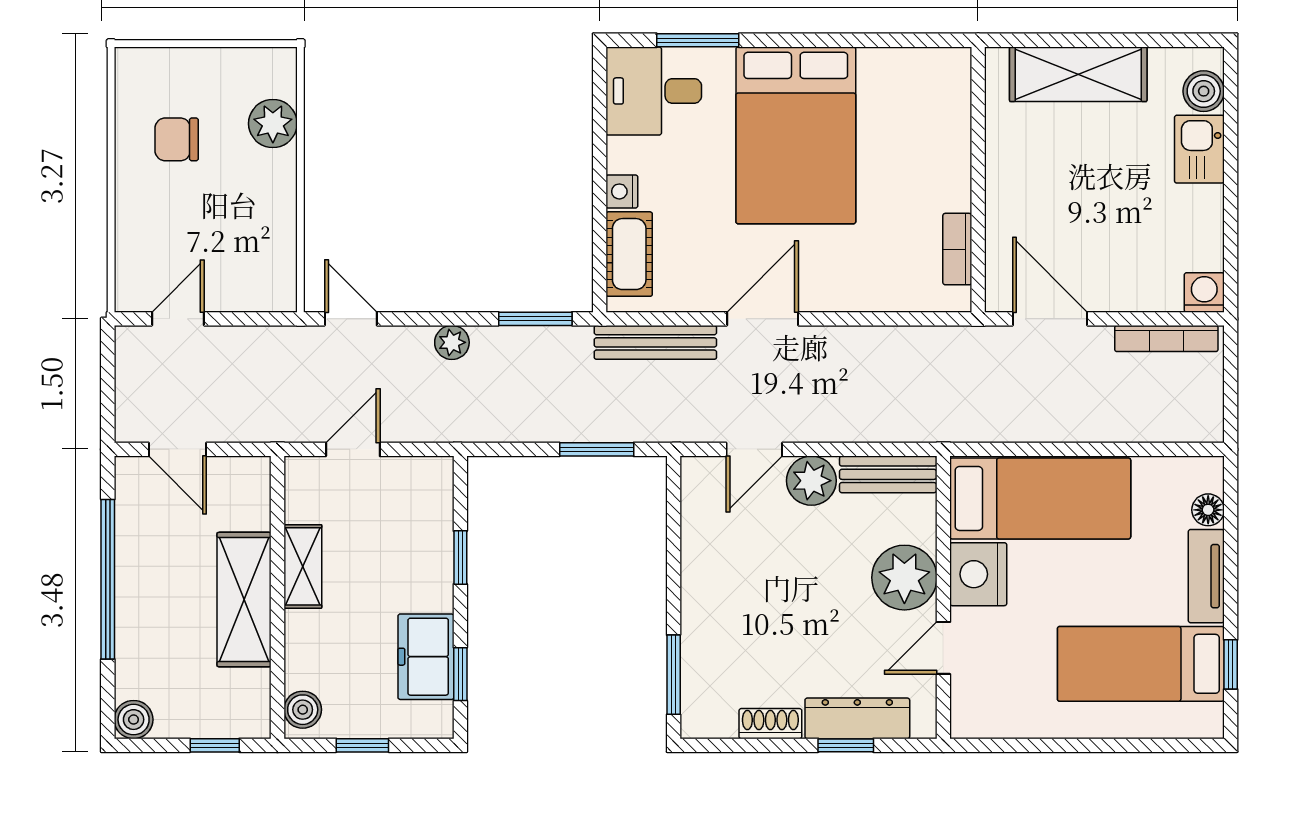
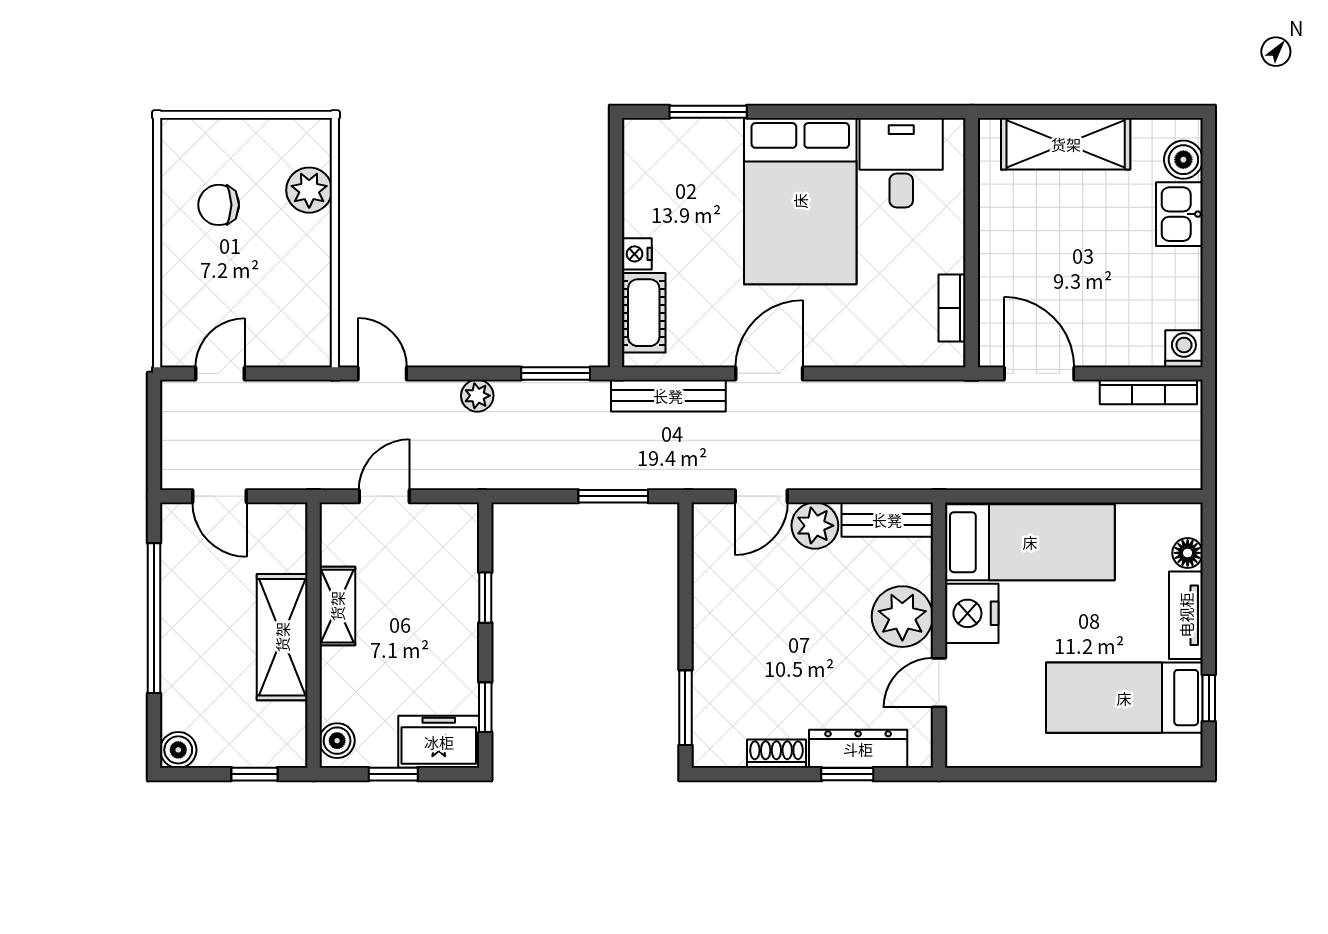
desk: (654, 91) -> (901, 163), moved, turned 90
freezer: (426, 657) -> (439, 742), moved, turned 90

